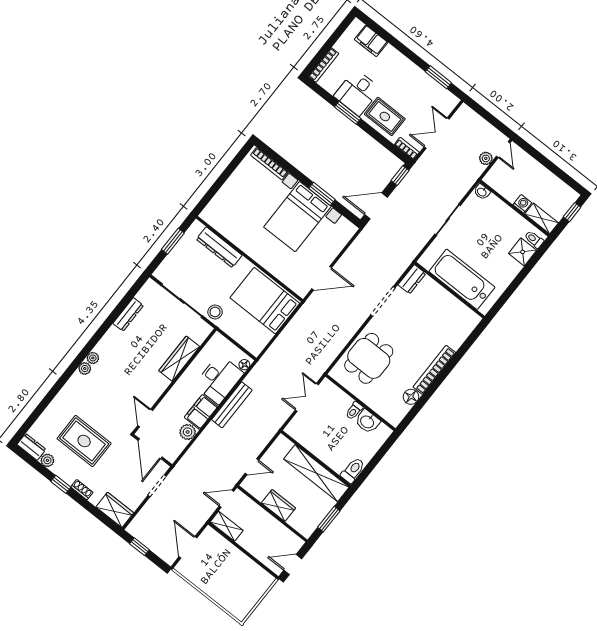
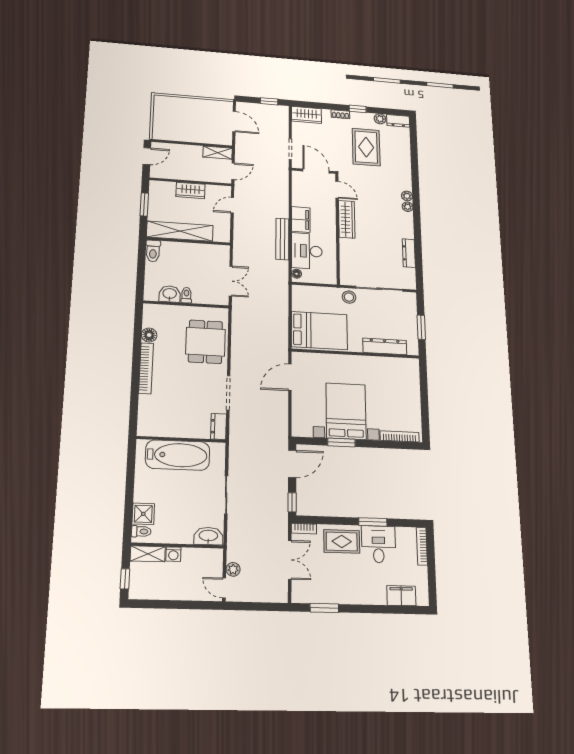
washbasin: (482, 192) -> (208, 536), width x1.91, depth x1.45
wardrobe: (179, 359) -> (347, 219), moved
plant: (188, 432) -> (299, 199), removed
rug: (84, 441) -> (366, 147), turned 90

